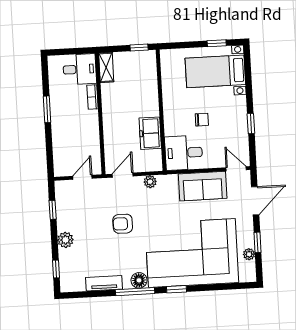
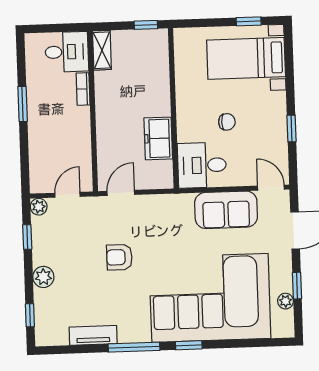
plant: (150, 182) -> (39, 207), moved
floor lamp: (139, 280) -> (139, 332), removed

